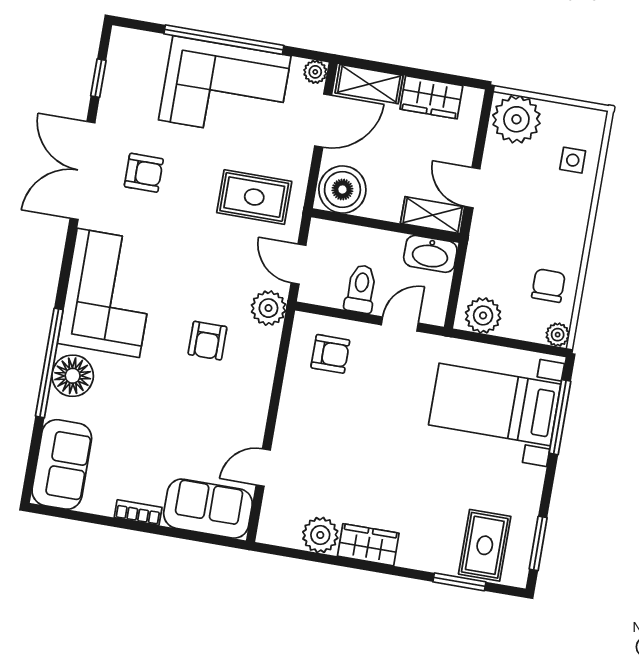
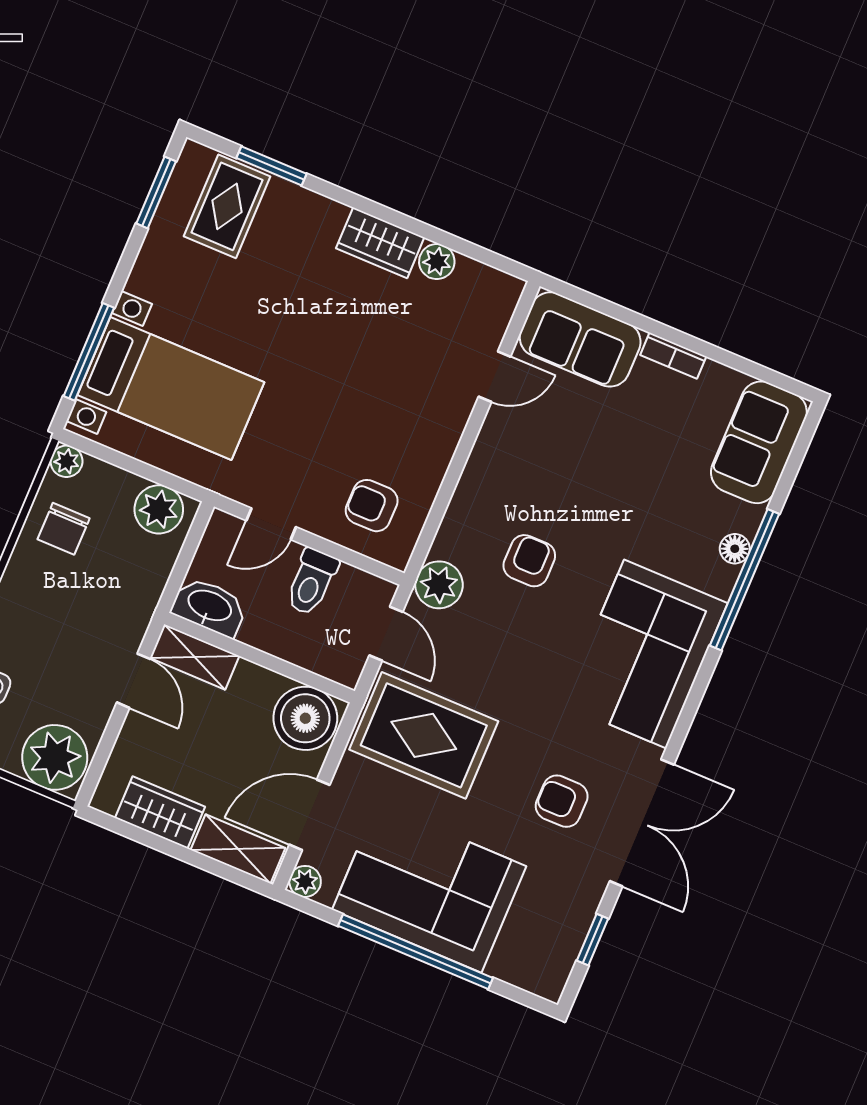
rug: (254, 197) -> (424, 735), width x1.36, depth x1.43
floor lamp: (73, 376) -> (735, 549), width x0.53, depth x0.53
plant: (320, 535) -> (437, 262), width x0.73, depth x0.73

